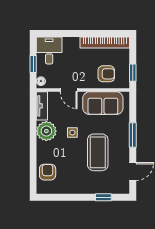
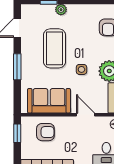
armchair: (106, 74) -> (45, 132), turned 180
plant: (92, 189) -> (61, 10), added

